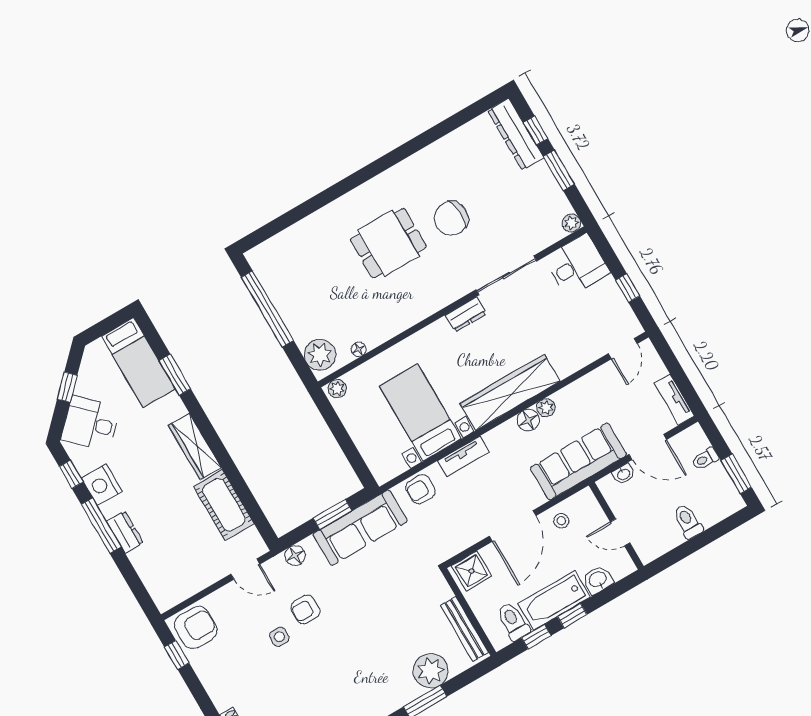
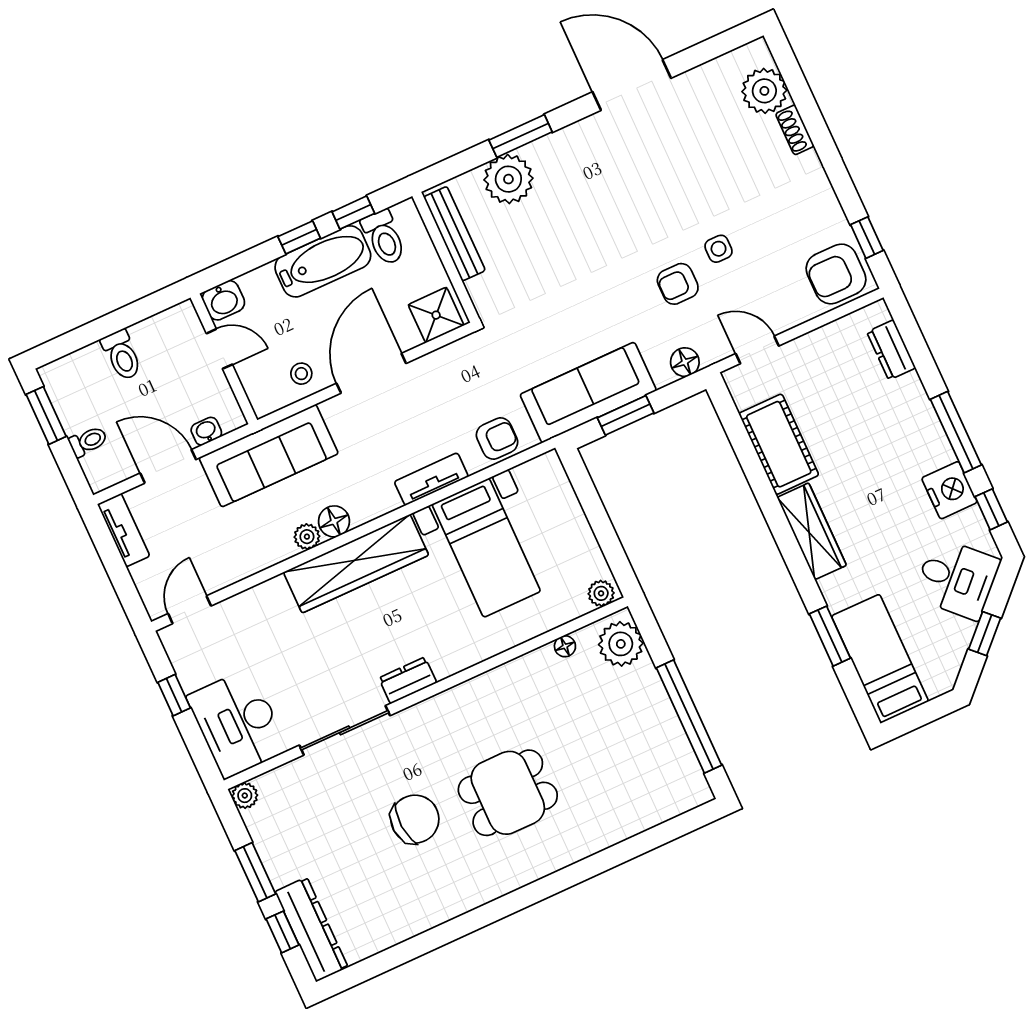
desk: (577, 265) -> (237, 723), width x1.37
dresser: (125, 532) -> (891, 350), moved
washbasin: (598, 580) -> (223, 300), moved
armchair: (305, 610) -> (678, 284), turned 180

